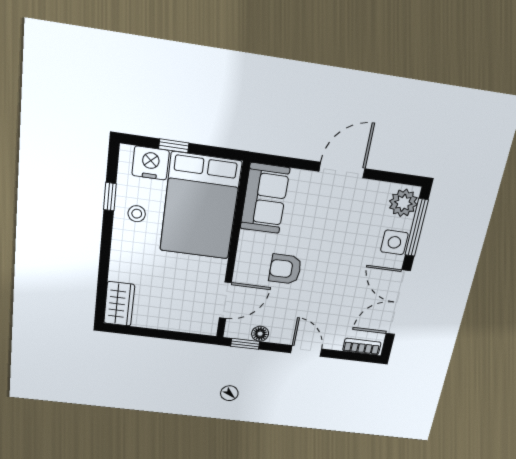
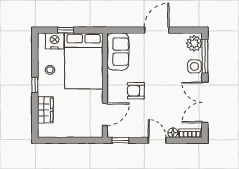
window: (110, 197) -> (35, 85), moved
wardrobe: (119, 304) -> (45, 110), moved
floor lamp: (260, 334) -> (173, 133), moved

